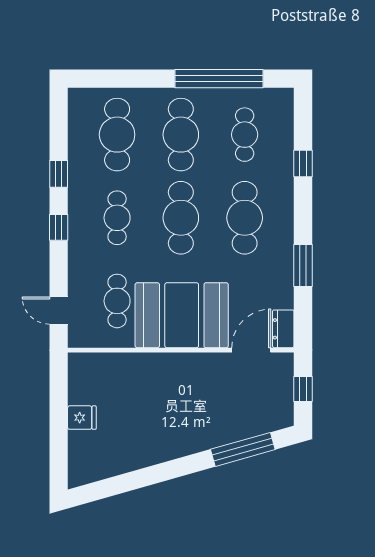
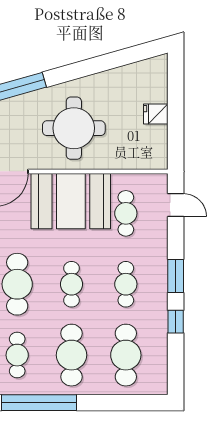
cafe table: (181, 218) -> (72, 284), width x0.73, depth x0.74
window: (59, 227) -> (176, 276), width x1.50
round table: (178, 401) -> (74, 128), added

